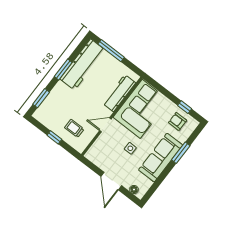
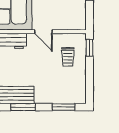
window: (54, 137) -> (89, 48), moved

